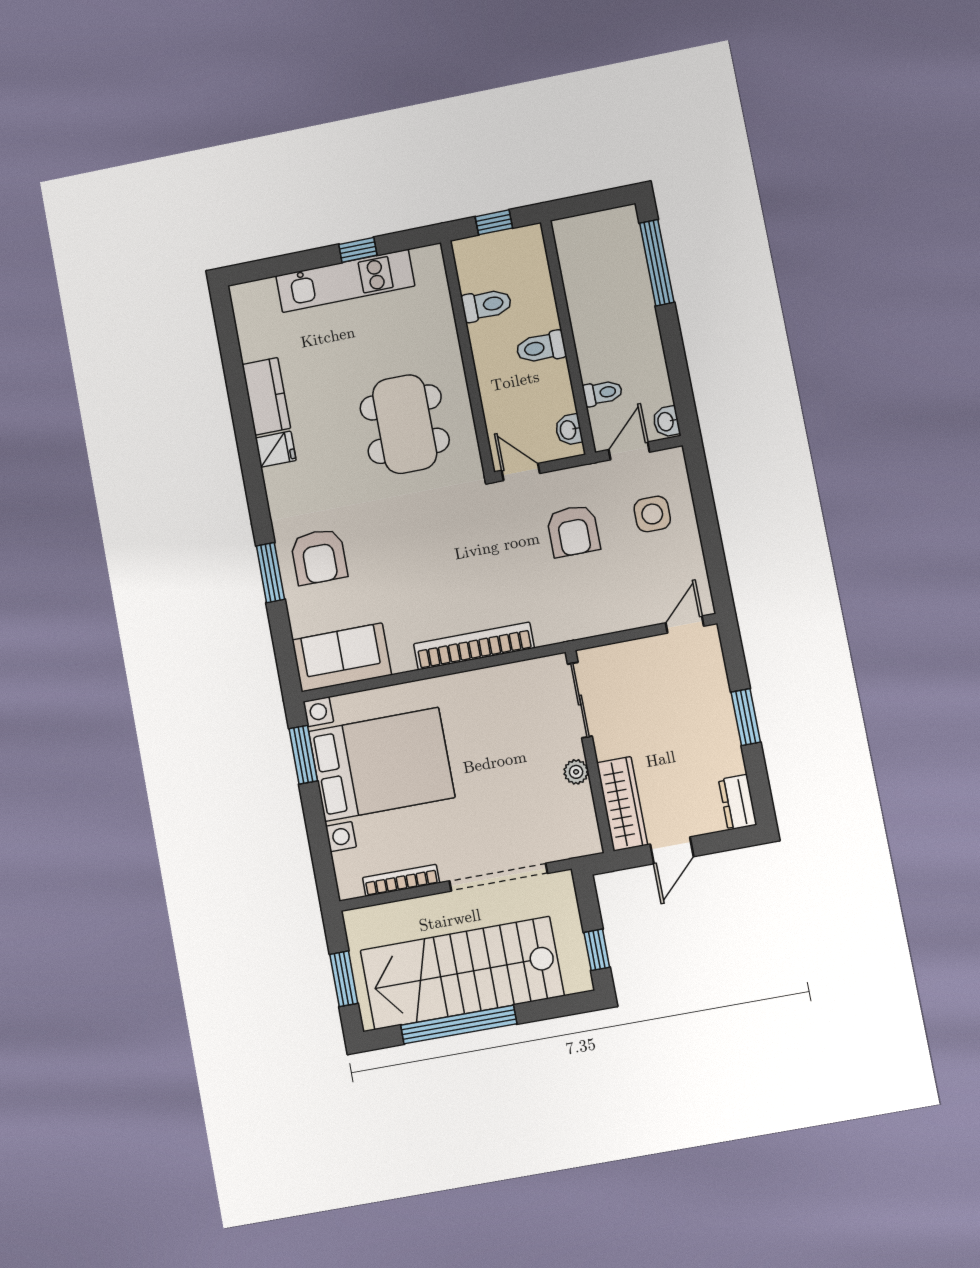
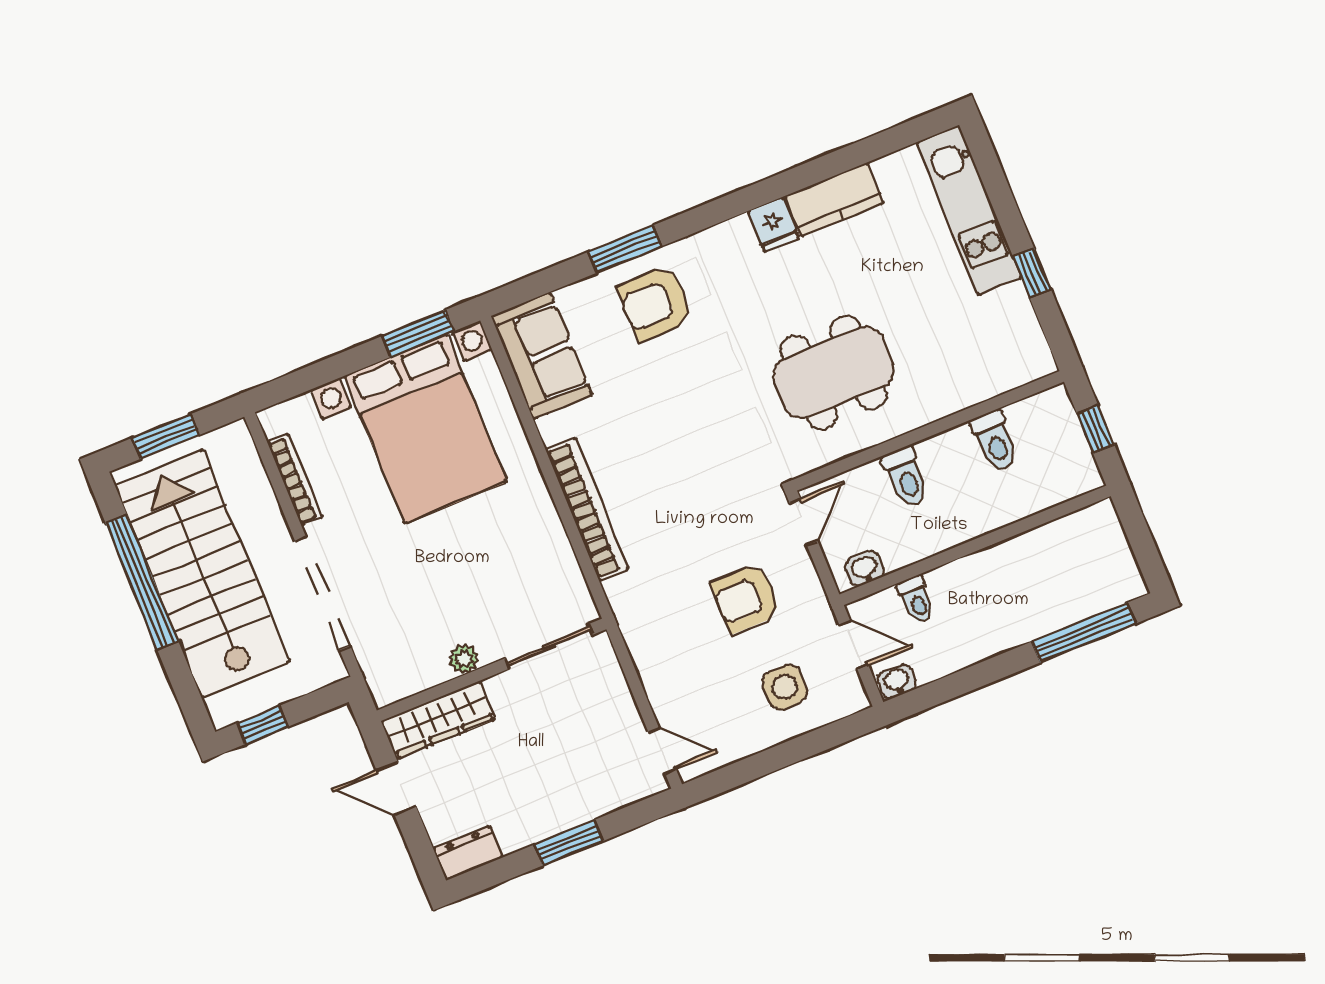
kitchen unit: (345, 281) -> (969, 210), moved
toilet: (541, 348) -> (906, 477), moved, turned 180

